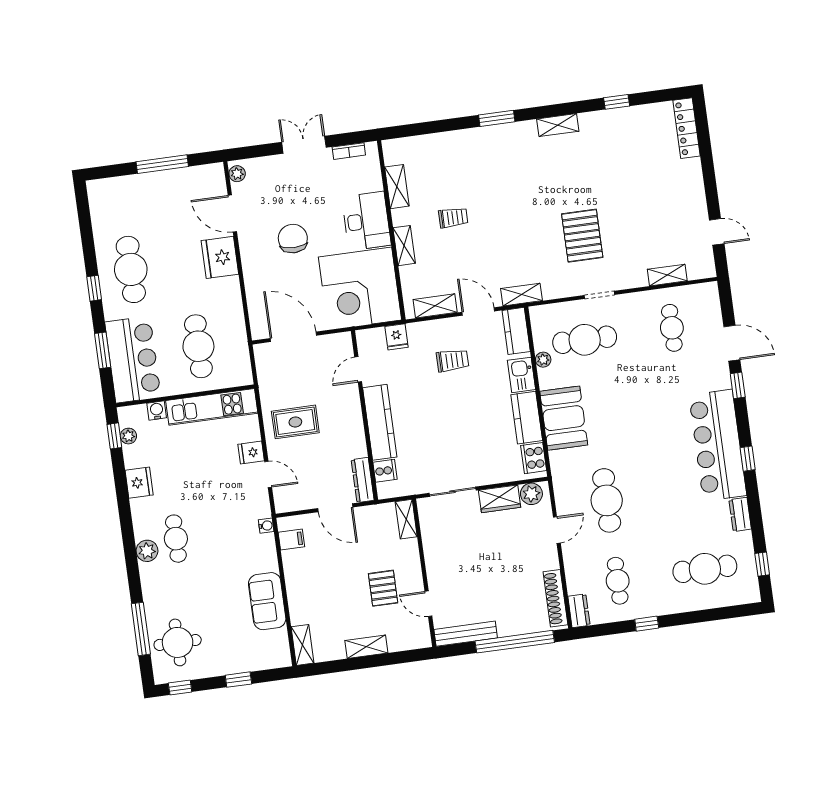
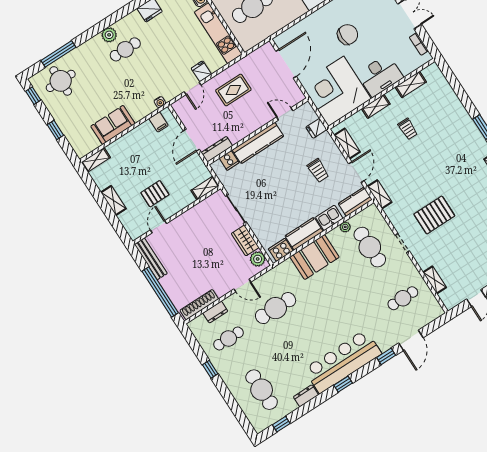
rug: (295, 422) -> (233, 90), turned 90
dresser: (579, 611) -> (215, 312), moved

